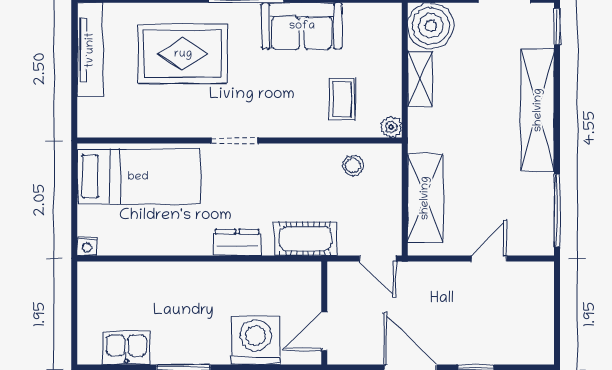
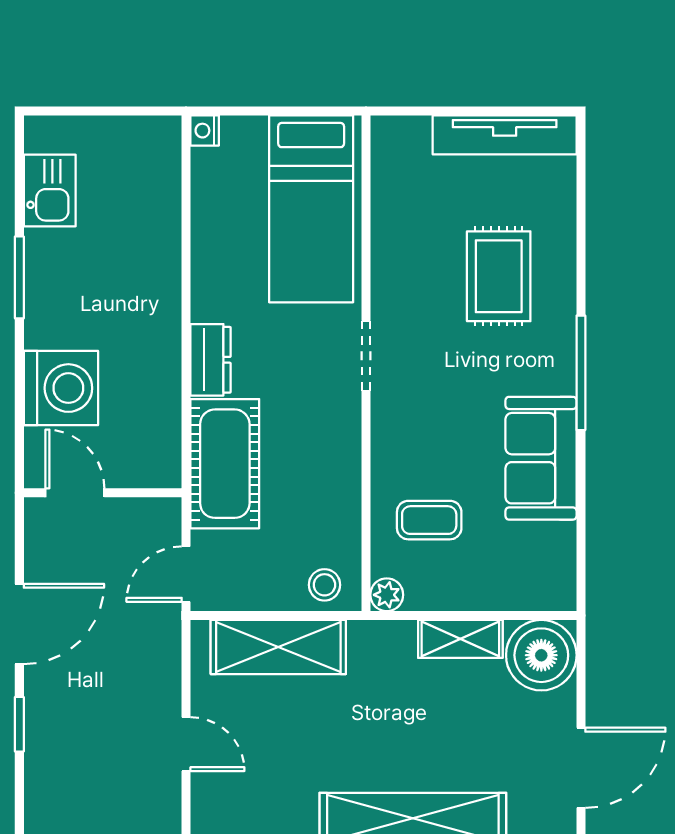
rug: (183, 54) -> (499, 276), width x0.73, depth x0.70
stool: (353, 166) -> (324, 585), moved
cot: (305, 239) -> (225, 464), width x1.37, depth x1.34

